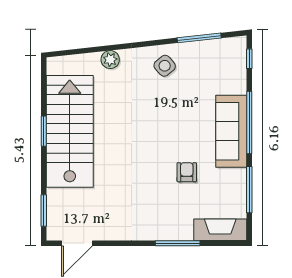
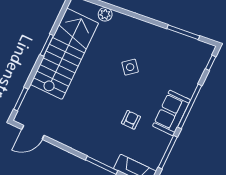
plant: (110, 60) -> (105, 14), moved
side table: (165, 66) -> (130, 67), moved
sofa: (231, 131) -> (172, 113), width x0.73

